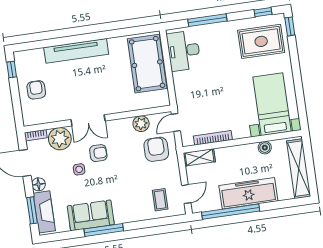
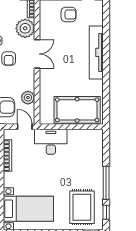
window: (207, 20) -> (106, 183), moved
desk: (184, 51) -> (51, 142), moved
double door: (88, 120) -> (37, 54), swing flipped

